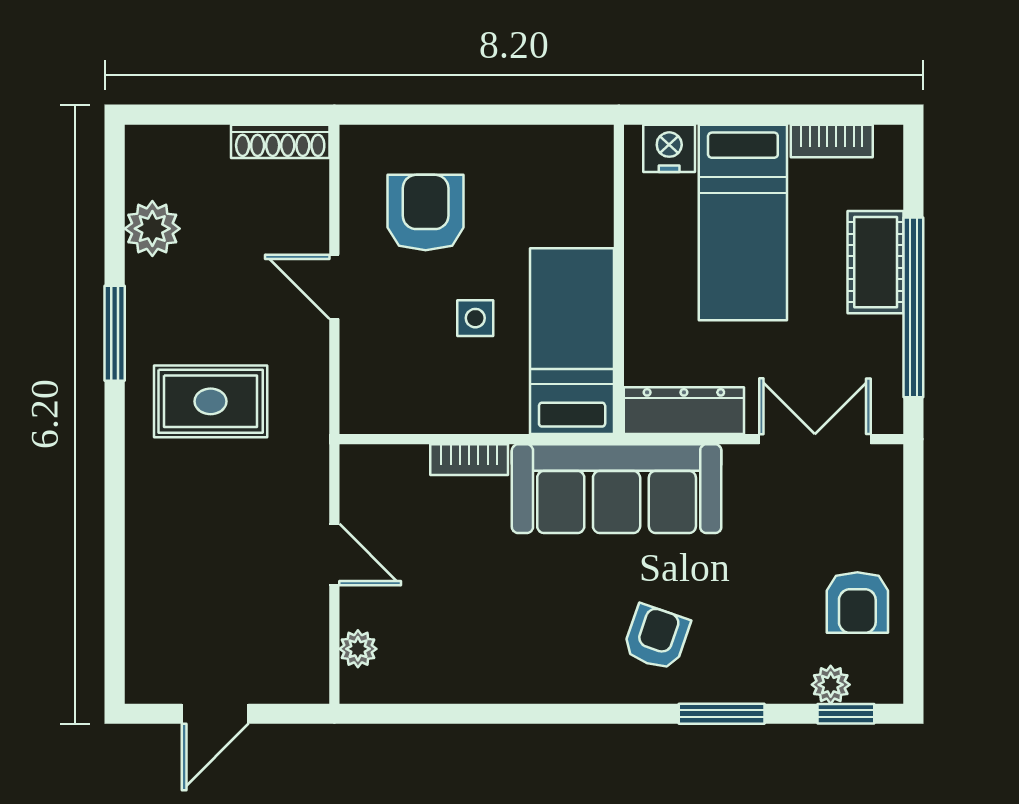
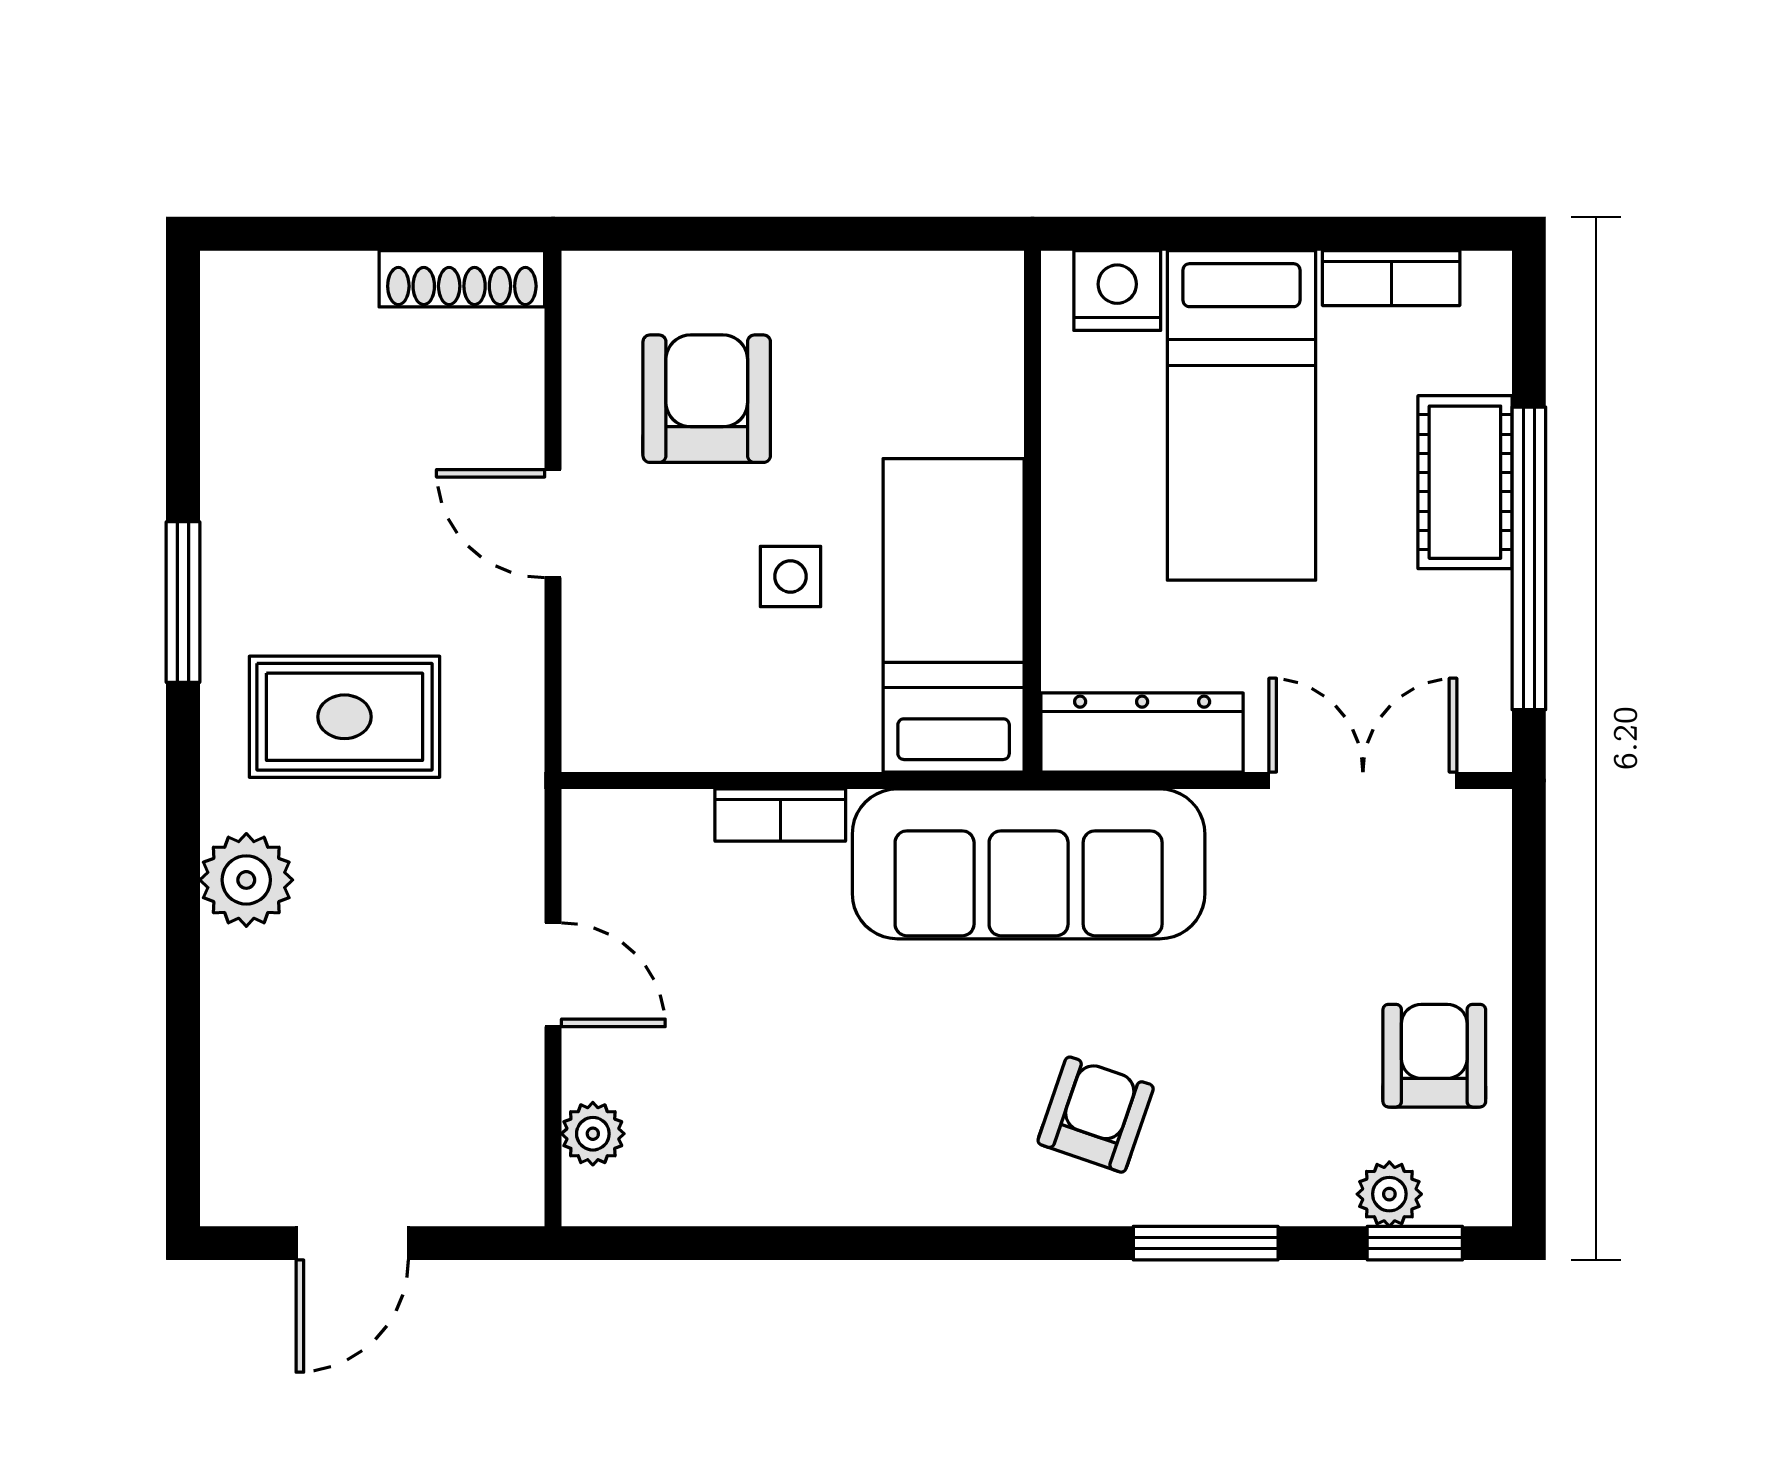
plant: (152, 229) -> (246, 880), moved
armchair: (857, 603) -> (1434, 1056), turned 180

